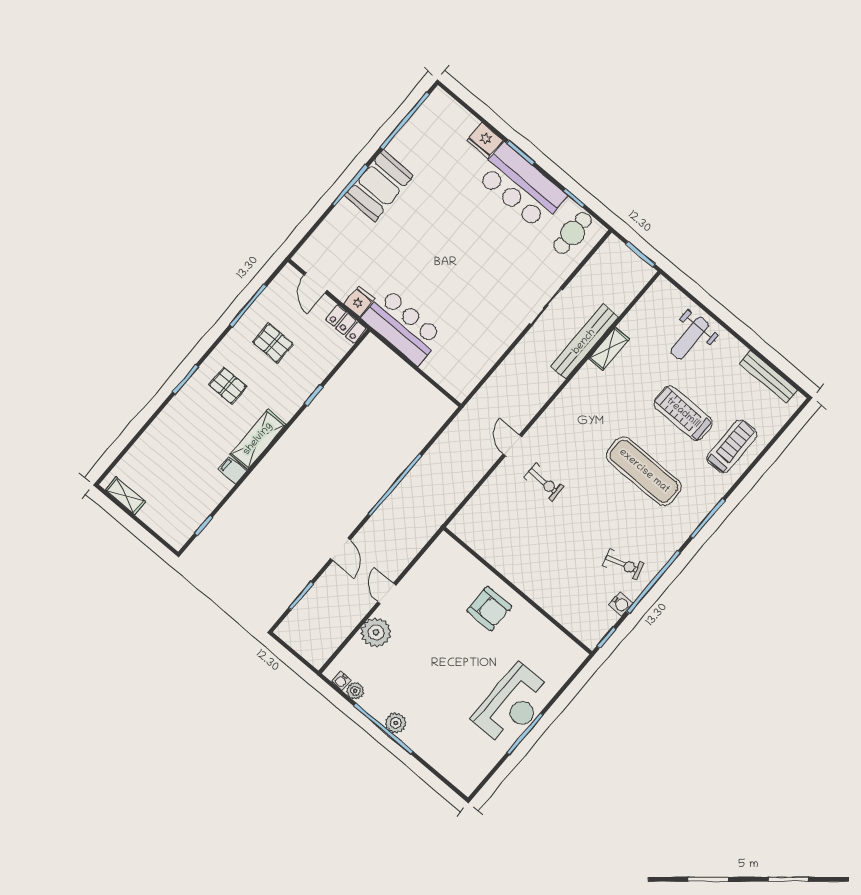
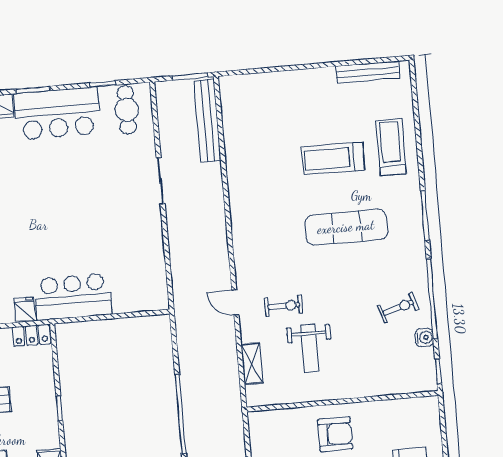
weight bench: (690, 338) -> (310, 348), moved
bench: (584, 342) -> (208, 121), moved
shelving: (609, 349) -> (252, 364), moved

